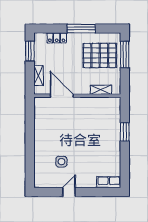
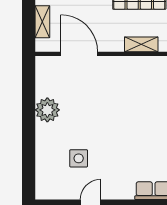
plant: (42, 131) -> (47, 110), added

